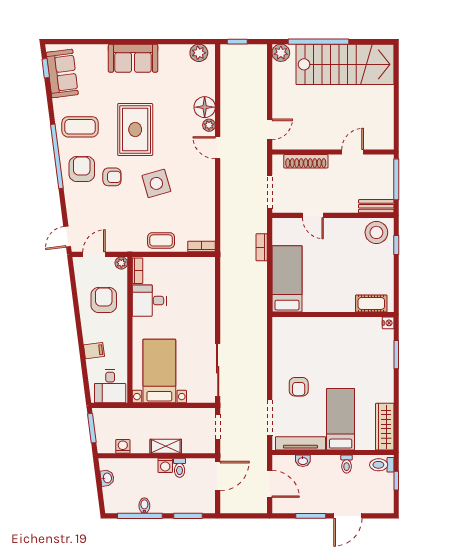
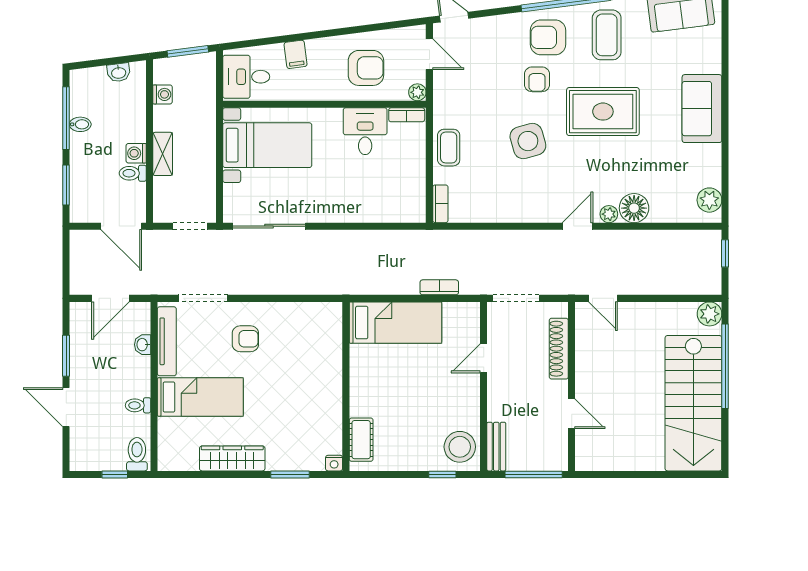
armchair: (82, 169) -> (548, 37), turned 180
armchair: (299, 387) -> (245, 339), turned 180
wardrobe: (385, 427) -> (232, 458), moved

